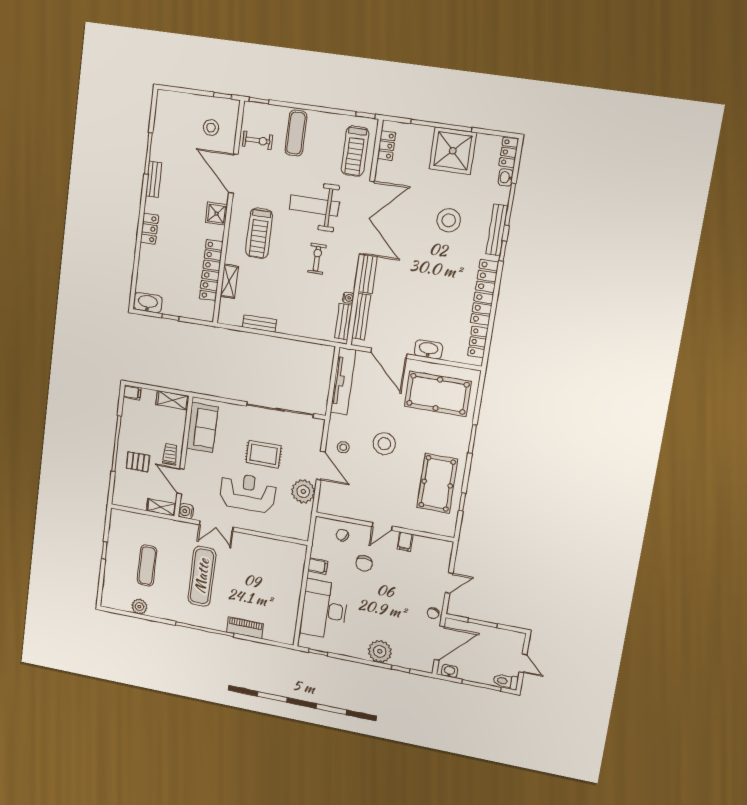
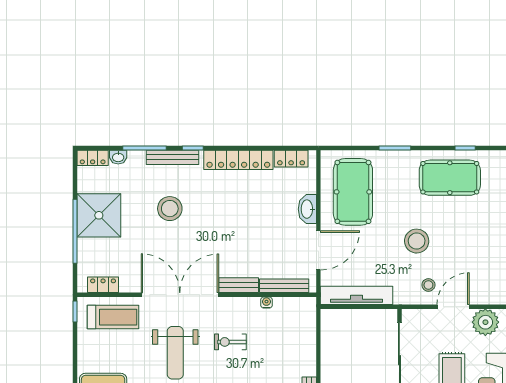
bench: (344, 322) -> (292, 304), removed

